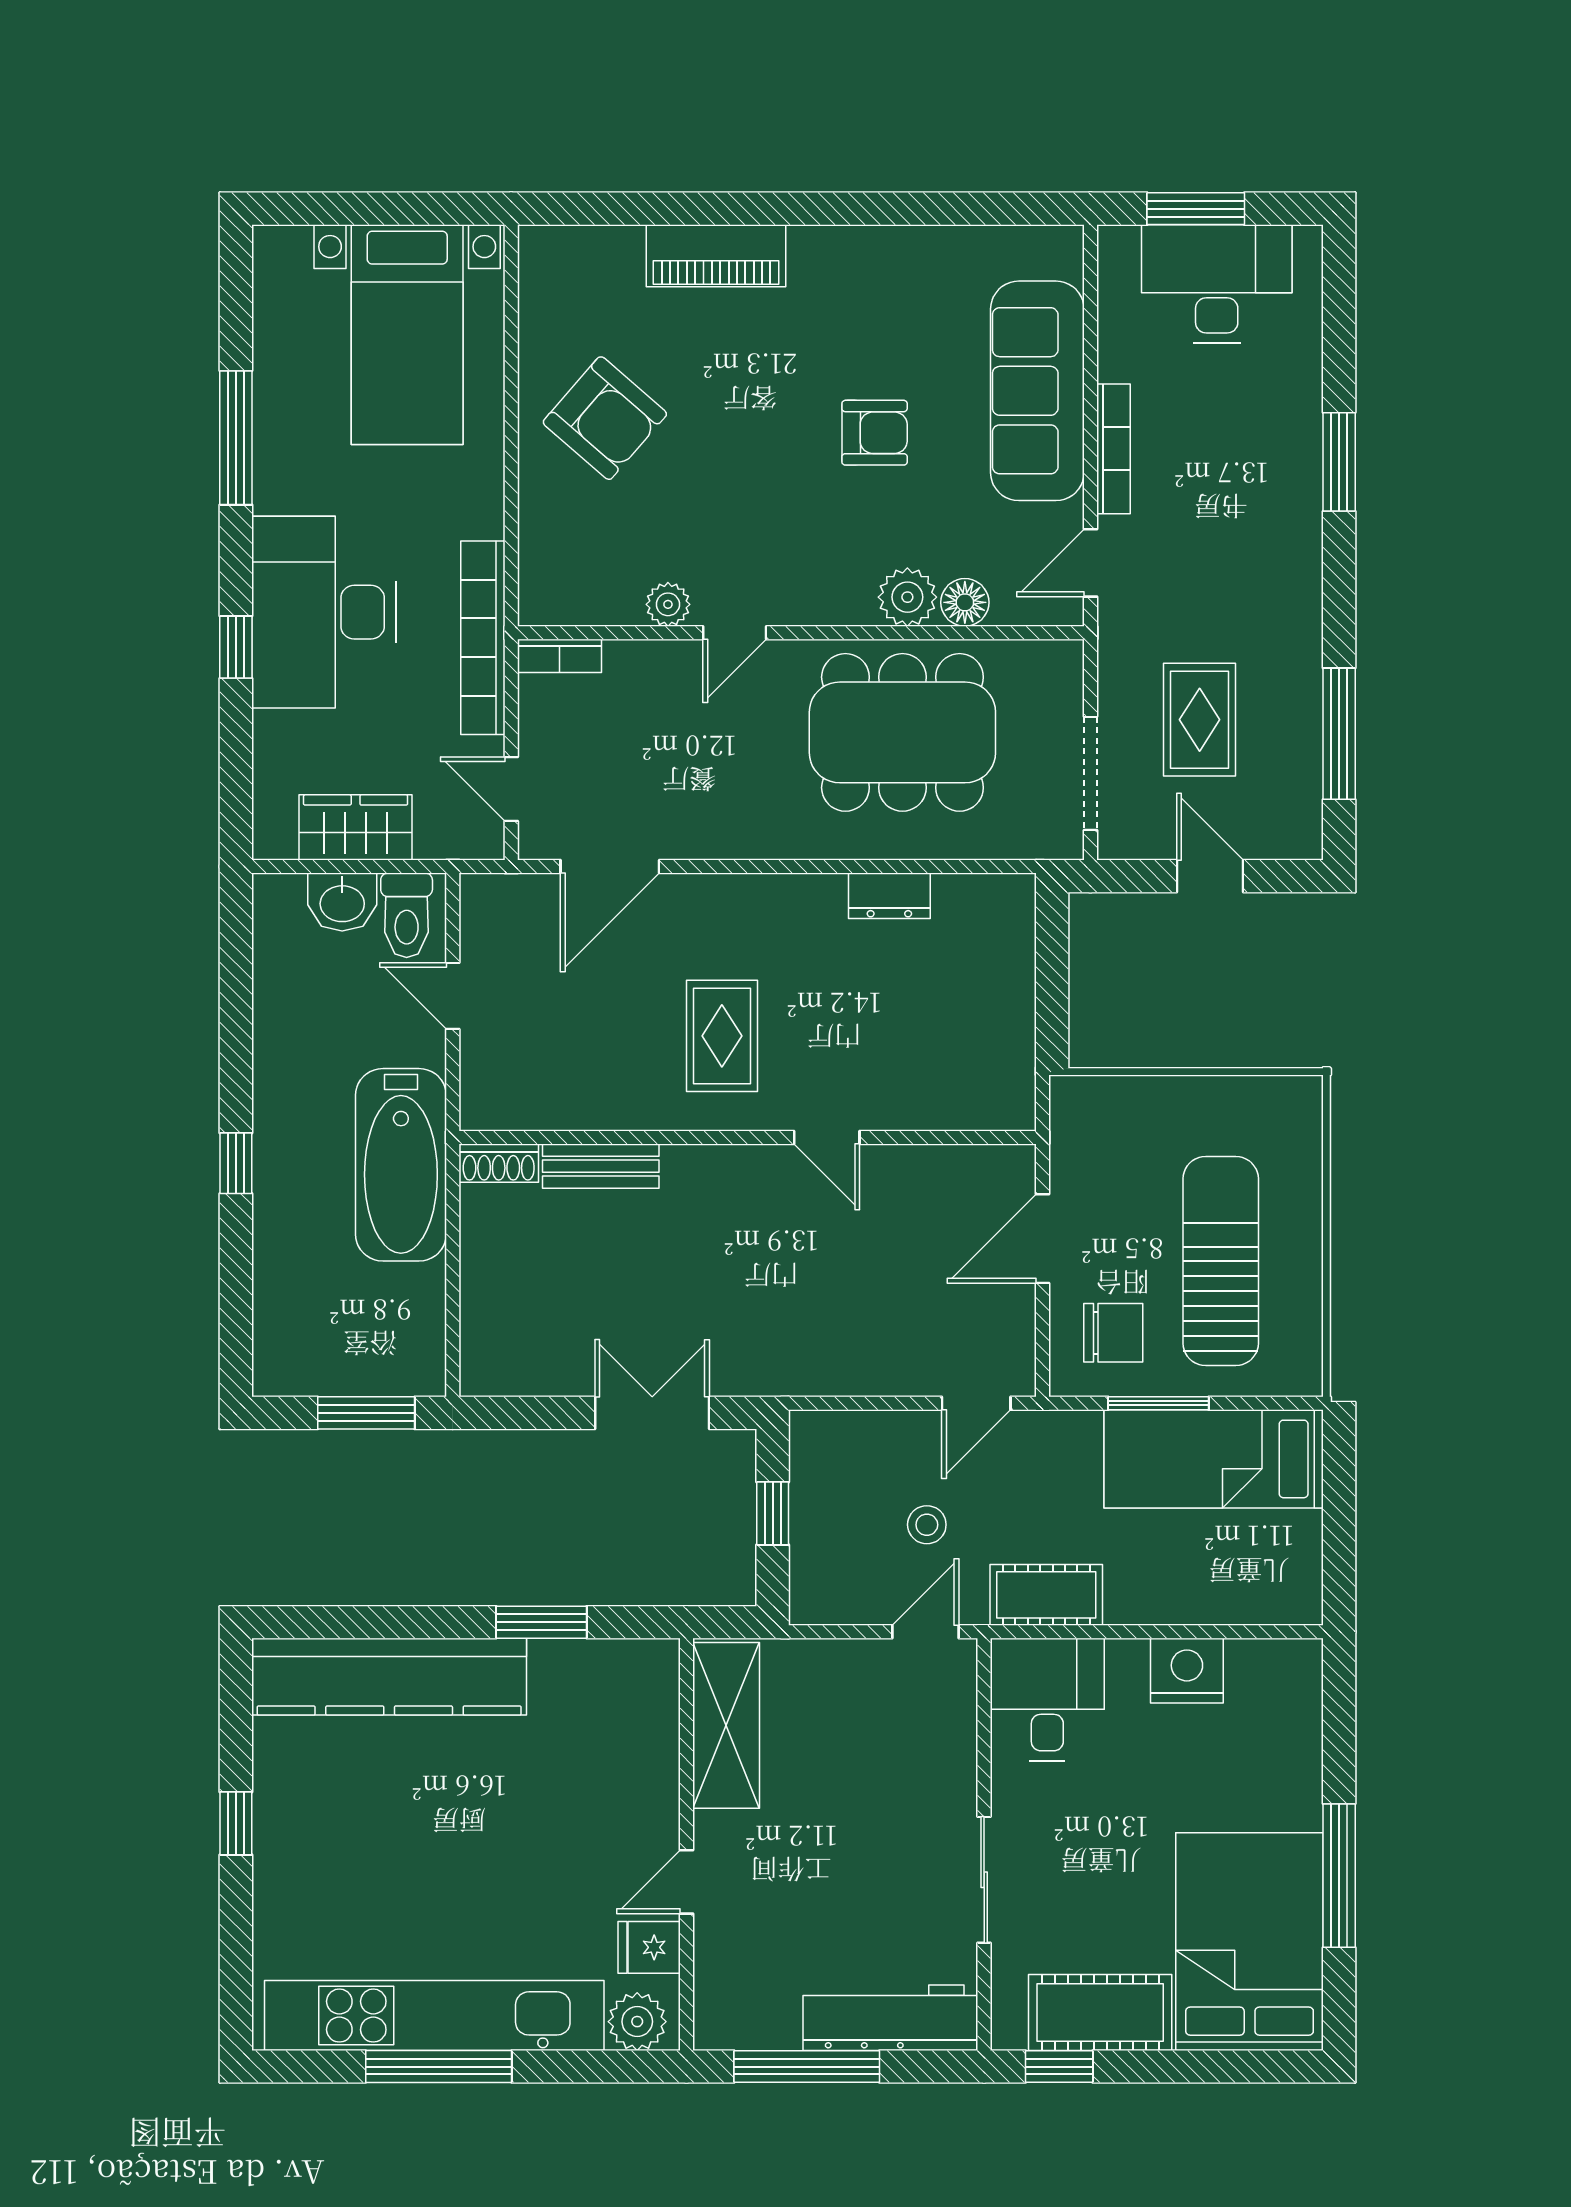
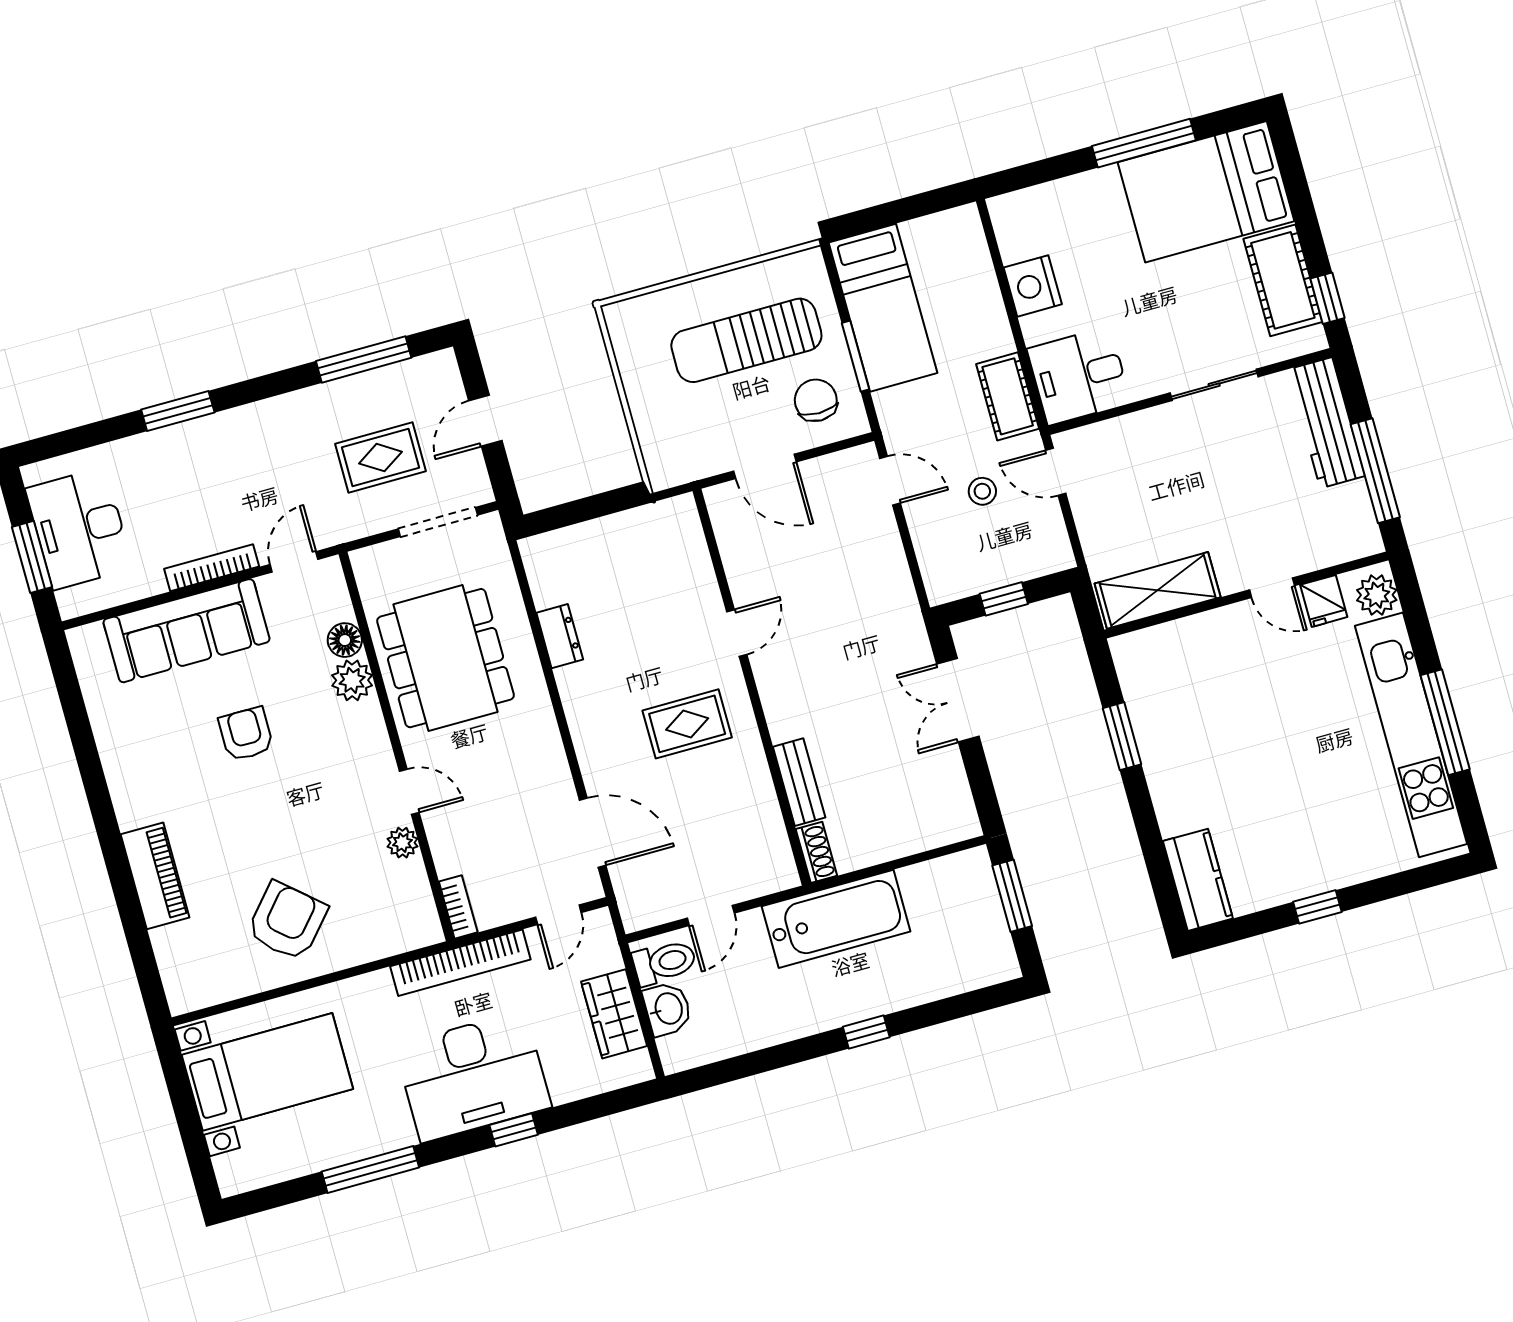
door: (1090, 563) -> (294, 562), swing flipped
kitchen counter: (389, 1677) -> (1198, 880), width x0.48, depth x0.86

